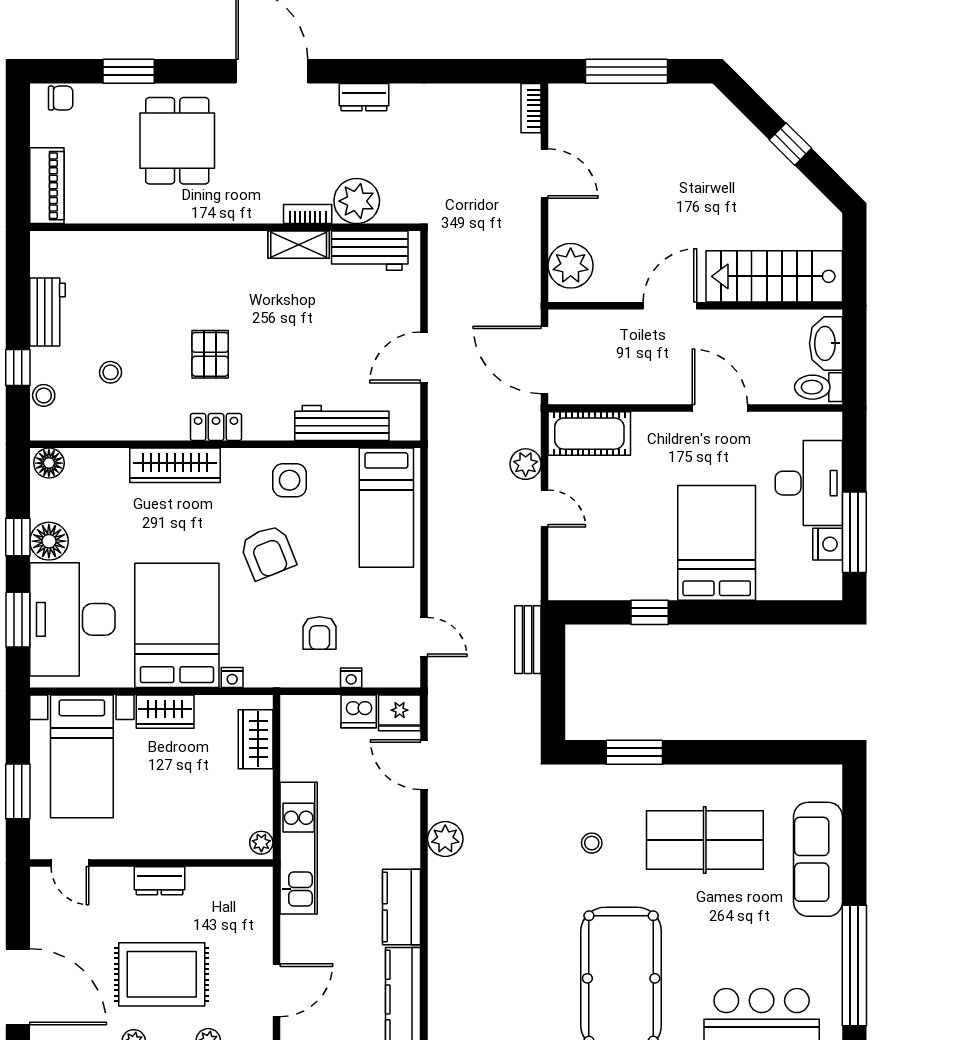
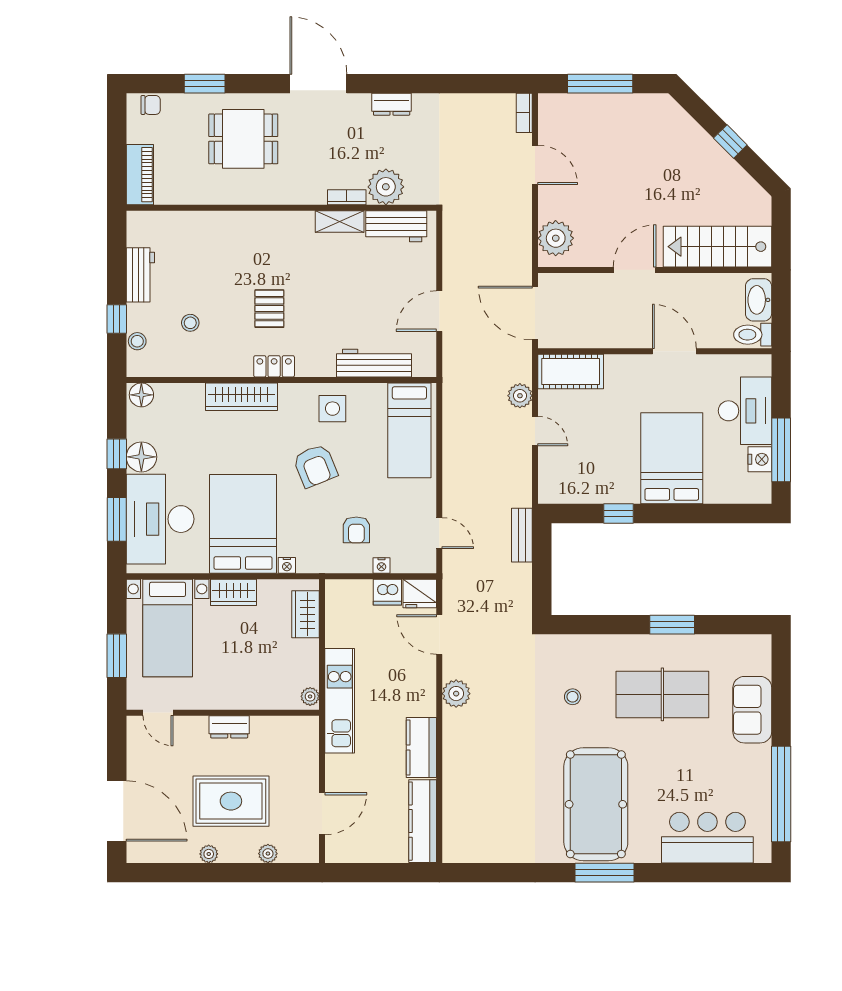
dining table: (177, 141) -> (243, 139), turned 90
window: (634, 752) -> (672, 625), moved
sofa: (818, 859) -> (752, 710), width x0.73

